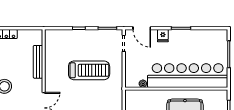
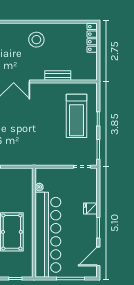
door: (142, 28) -> (98, 256), moved
bench: (38, 62) -> (58, 75), width x0.73
treadmill: (89, 70) -> (76, 116), moved

